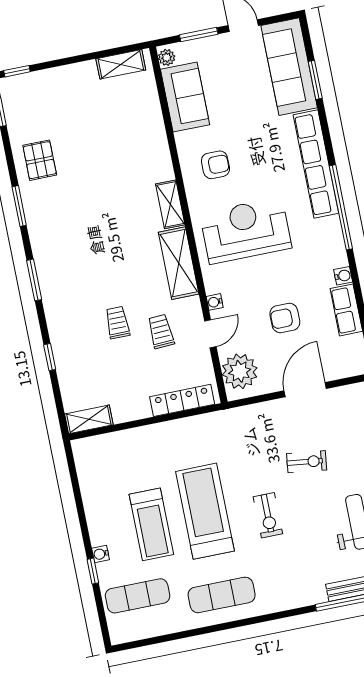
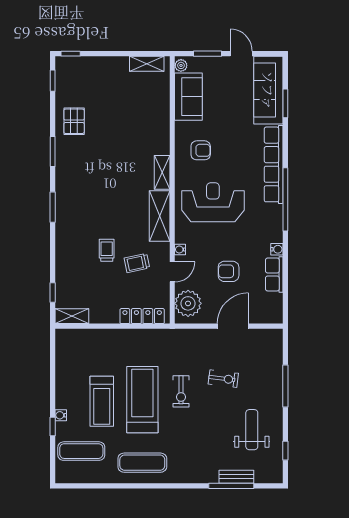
trolley: (161, 331) -> (137, 263), turned -99
window: (50, 357) -> (53, 293), moved
exercise bike: (268, 515) -> (181, 391), moved

